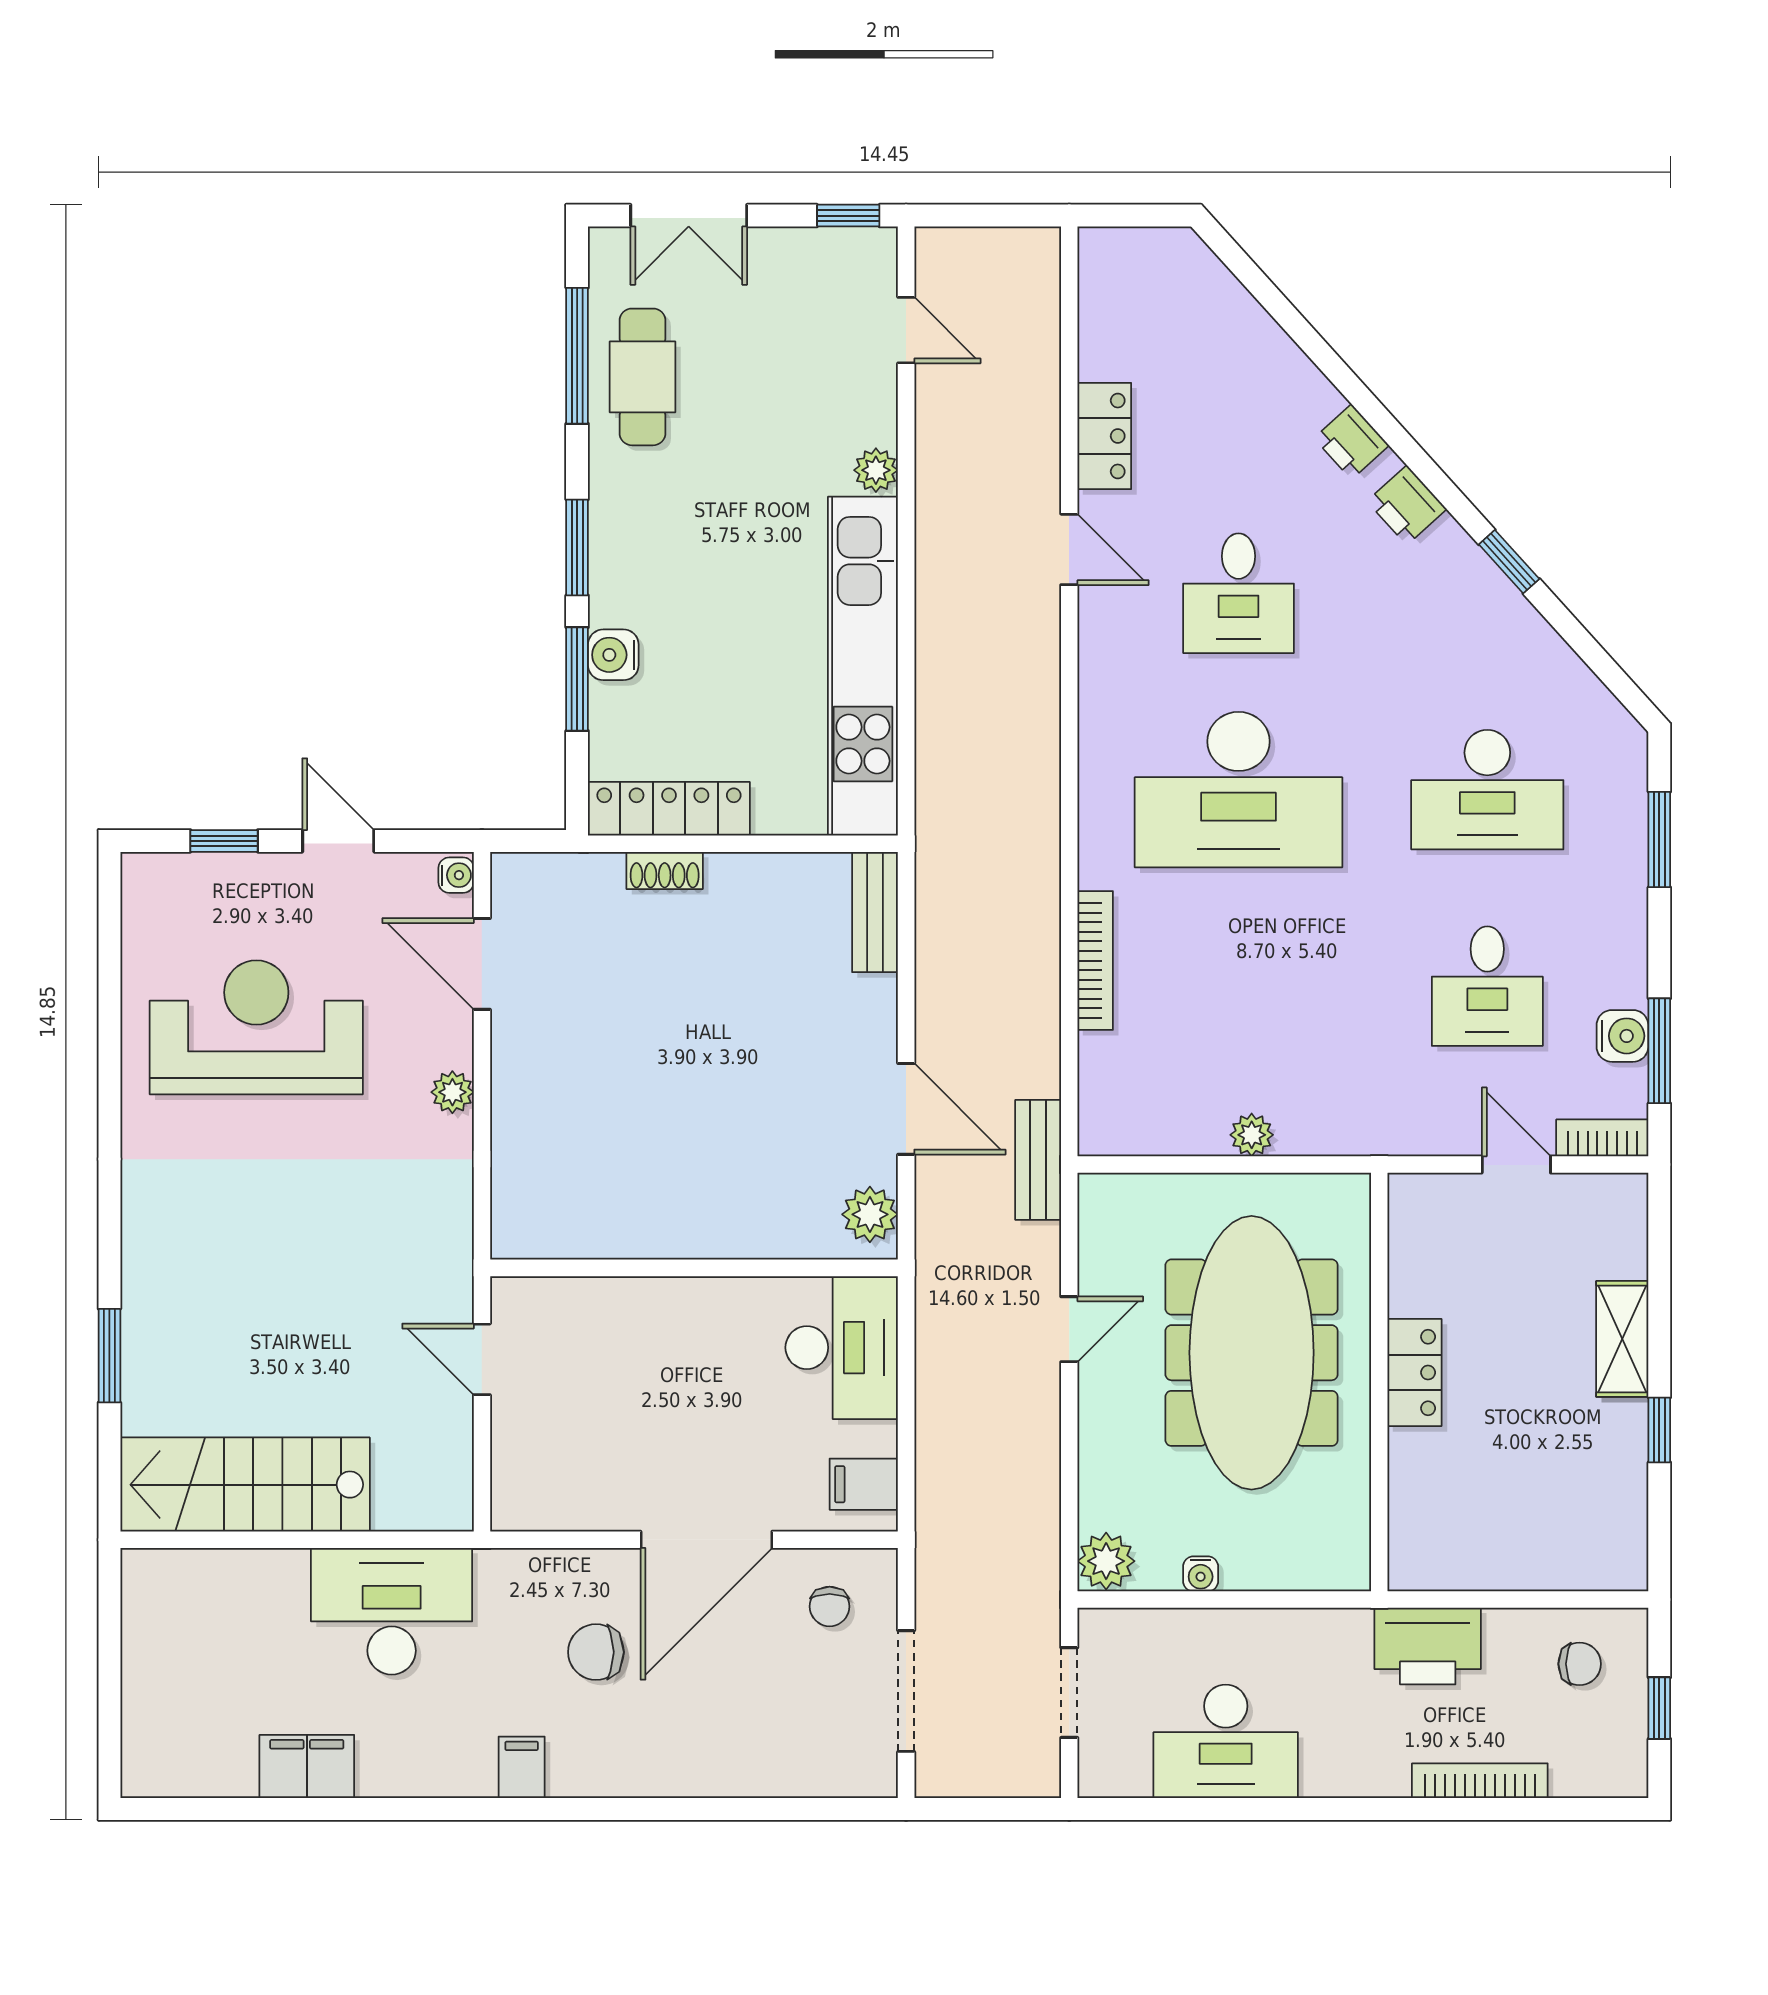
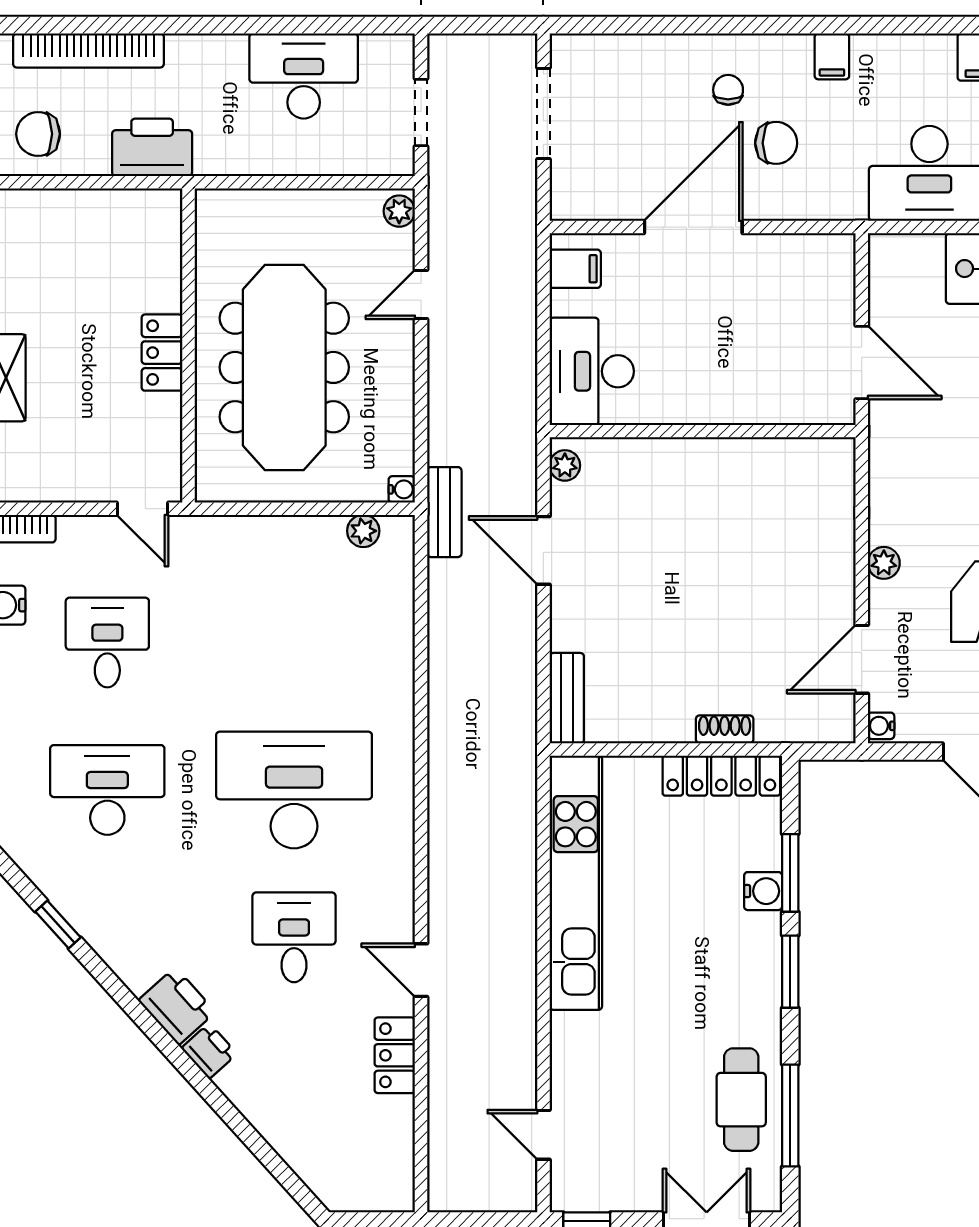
plant: (876, 470) -> (566, 1030), removed
printer: (1407, 505) -> (177, 1006), width x1.36, depth x1.24
window: (1509, 562) -> (58, 924), moved
bookcase: (1095, 961) -> (402, 662), removed
door: (482, 964) -> (862, 659), swing flipped
plant: (1252, 1135) -> (363, 531), moved
door: (1516, 1165) -> (142, 509), moved
plant: (870, 1214) -> (565, 465), width x0.73, depth x0.73
door: (1069, 1329) -> (421, 295), moved
door: (482, 1359) -> (862, 362), width x1.38
plant: (1106, 1561) -> (399, 211), width x0.73, depth x0.73
water cooler: (1201, 1574) -> (402, 489), moved, turned 90
chair: (830, 1606) -> (728, 90), moved
chair: (1580, 1664) -> (38, 134), width x1.37, depth x1.37
bookcase: (1480, 1781) -> (88, 50), width x1.48, depth x1.31

